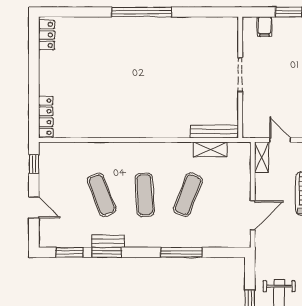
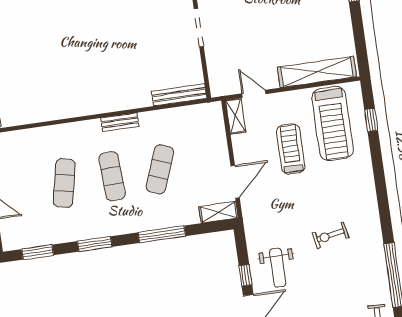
shelving: (210, 149) -> (219, 212), moved
exercise mat: (102, 195) -> (64, 183), turned 33
bench: (108, 241) -> (120, 122), moved
window: (107, 252) -> (95, 244), moved

